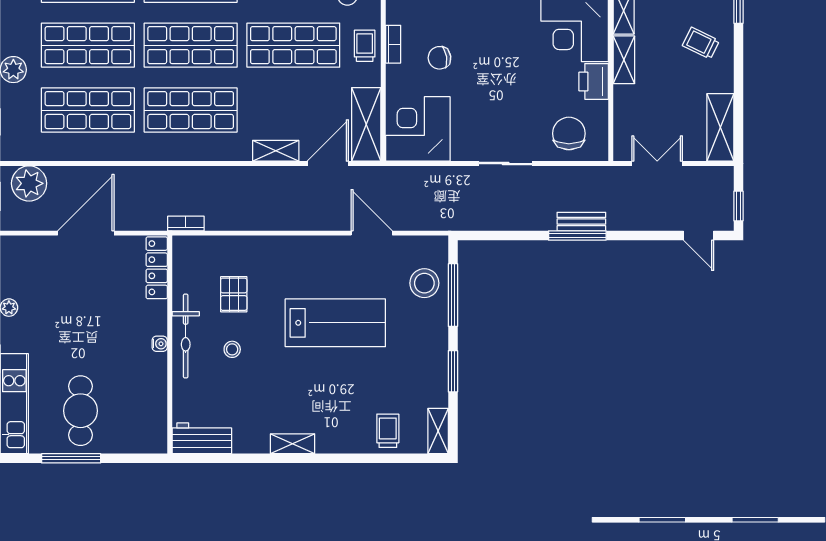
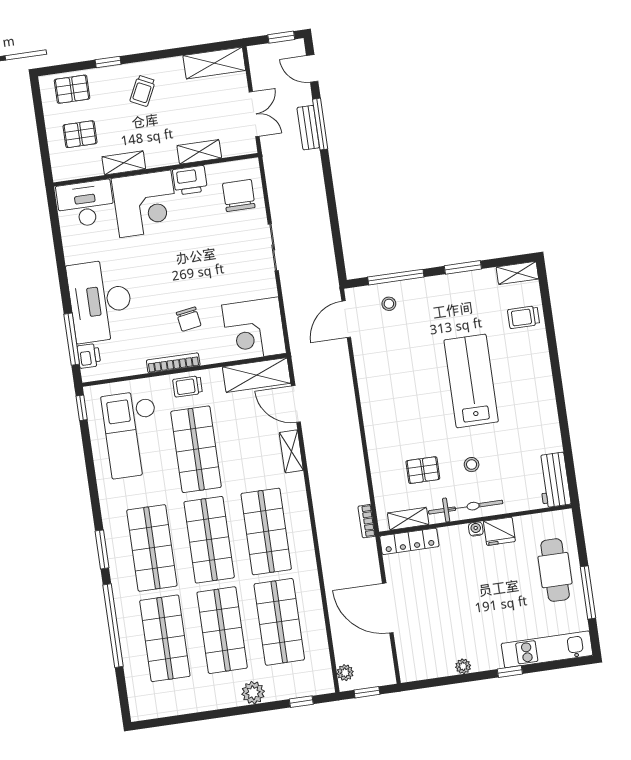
bookcase: (393, 44) -> (173, 363), width x1.56
shelving: (624, 60) -> (199, 152), moved
chair: (569, 133) -> (239, 196), turned 90
double door: (657, 164) -> (254, 114), swing flipped
plant: (29, 183) -> (345, 673), width x0.53, depth x0.53
bench: (581, 222) -> (308, 128), moved
door: (372, 233) -> (346, 319), moved
window: (577, 235) -> (320, 124), moved
door: (699, 235) -> (312, 68), swing flipped
stool: (424, 283) -> (389, 304), width x0.53, depth x0.53
lab bench: (335, 323) -> (471, 381), moved
fridge: (153, 370) -> (499, 531), added
cafe table: (81, 411) -> (555, 570), moved, turned 90
shelving: (293, 444) -> (408, 519), moved, turned 90

